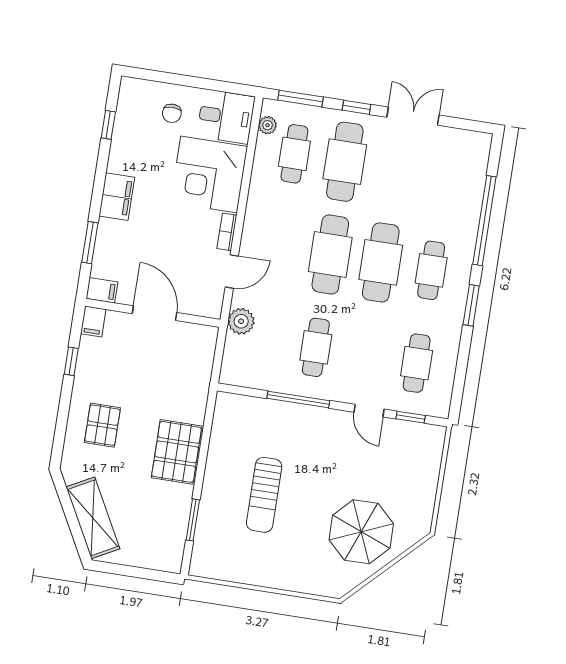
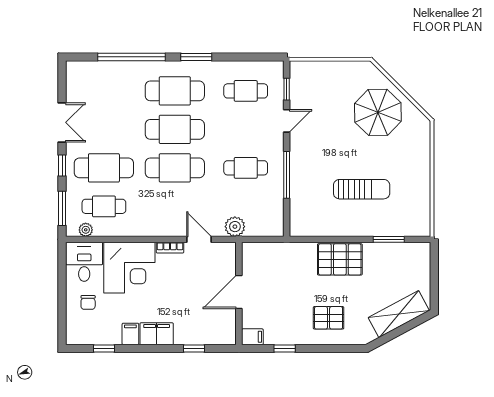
chair: (172, 113) -> (88, 302), turned 90
double door: (413, 116) -> (62, 122), swing flipped
window: (90, 243) -> (194, 348), width x0.67
cafe table: (431, 270) -> (175, 91), width x1.37, depth x1.35
filing cabinet: (102, 290) -> (130, 334), moved

